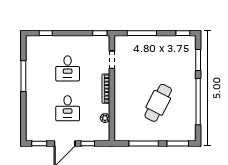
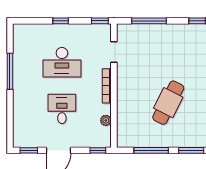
window: (46, 33) -> (61, 21), moved
desk: (68, 68) -> (62, 62), width x1.37
desk: (68, 108) -> (62, 109), turned 180
window: (88, 144) -> (98, 150), moved

